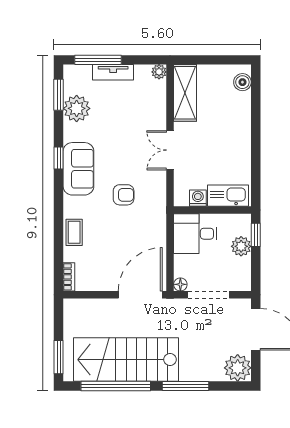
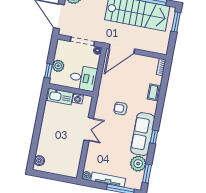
tv unit: (113, 72) -> (108, 180), width x1.41
shelving: (185, 93) -> (74, 161), removed
sofa: (78, 169) -> (143, 134), width x1.36

